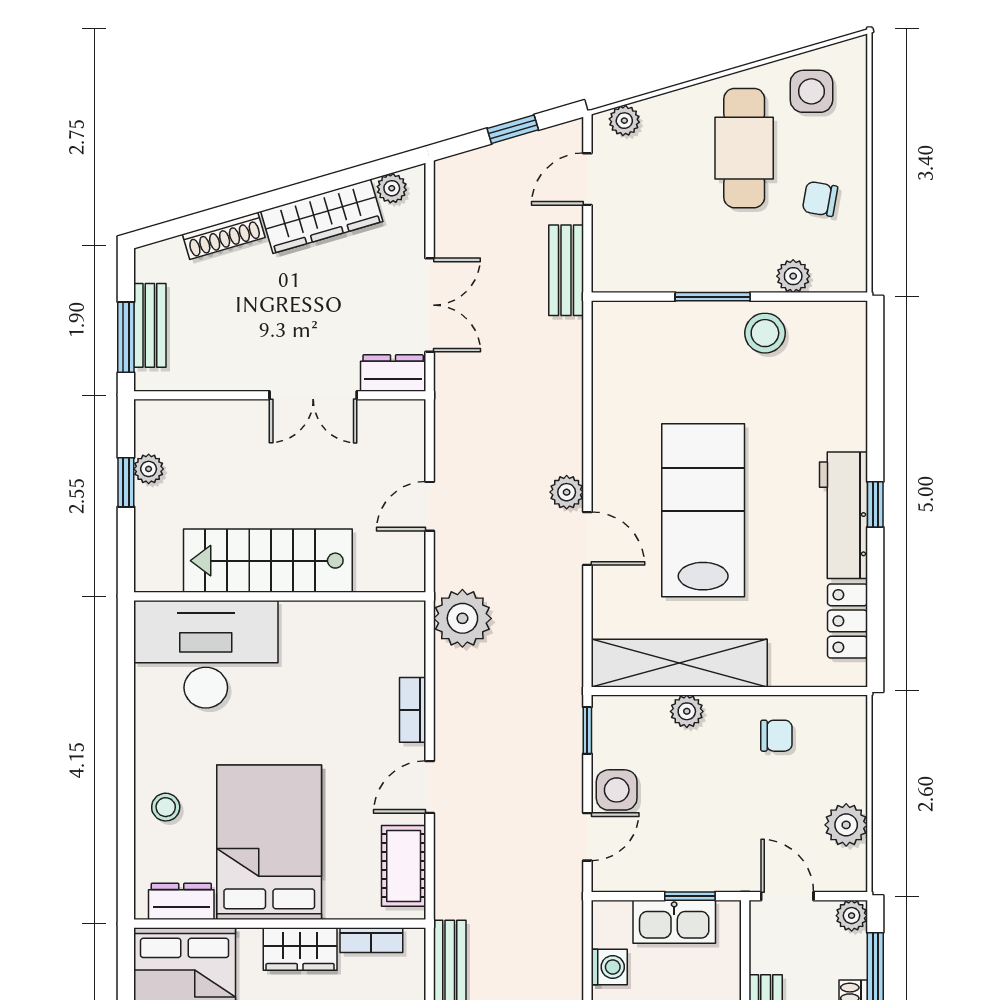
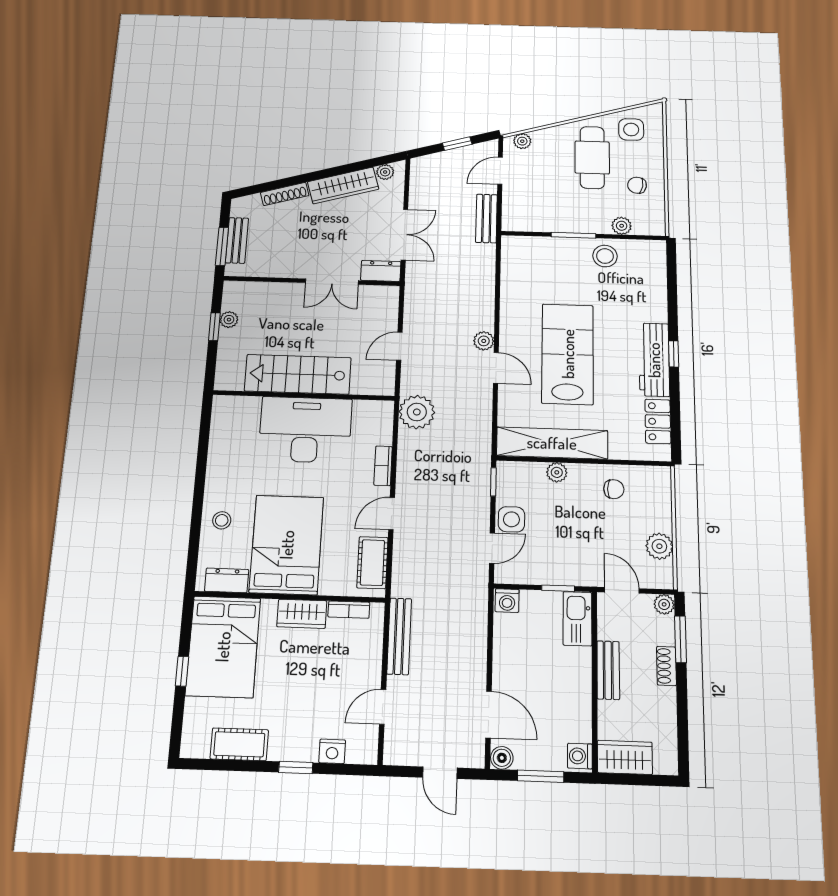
desk: (206, 654) -> (305, 430), moved
kitchen sink: (674, 922) -> (577, 619), moved, turned 90
washing machine: (609, 967) -> (507, 601), moved, turned 90

